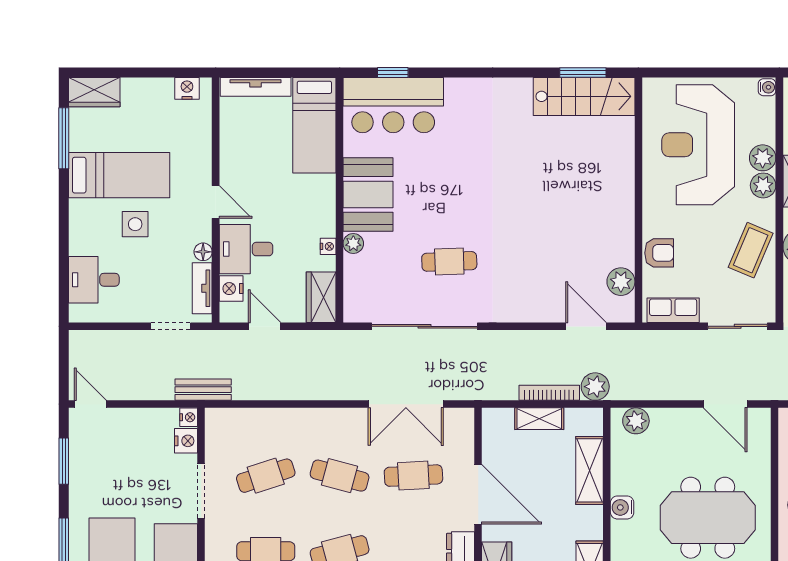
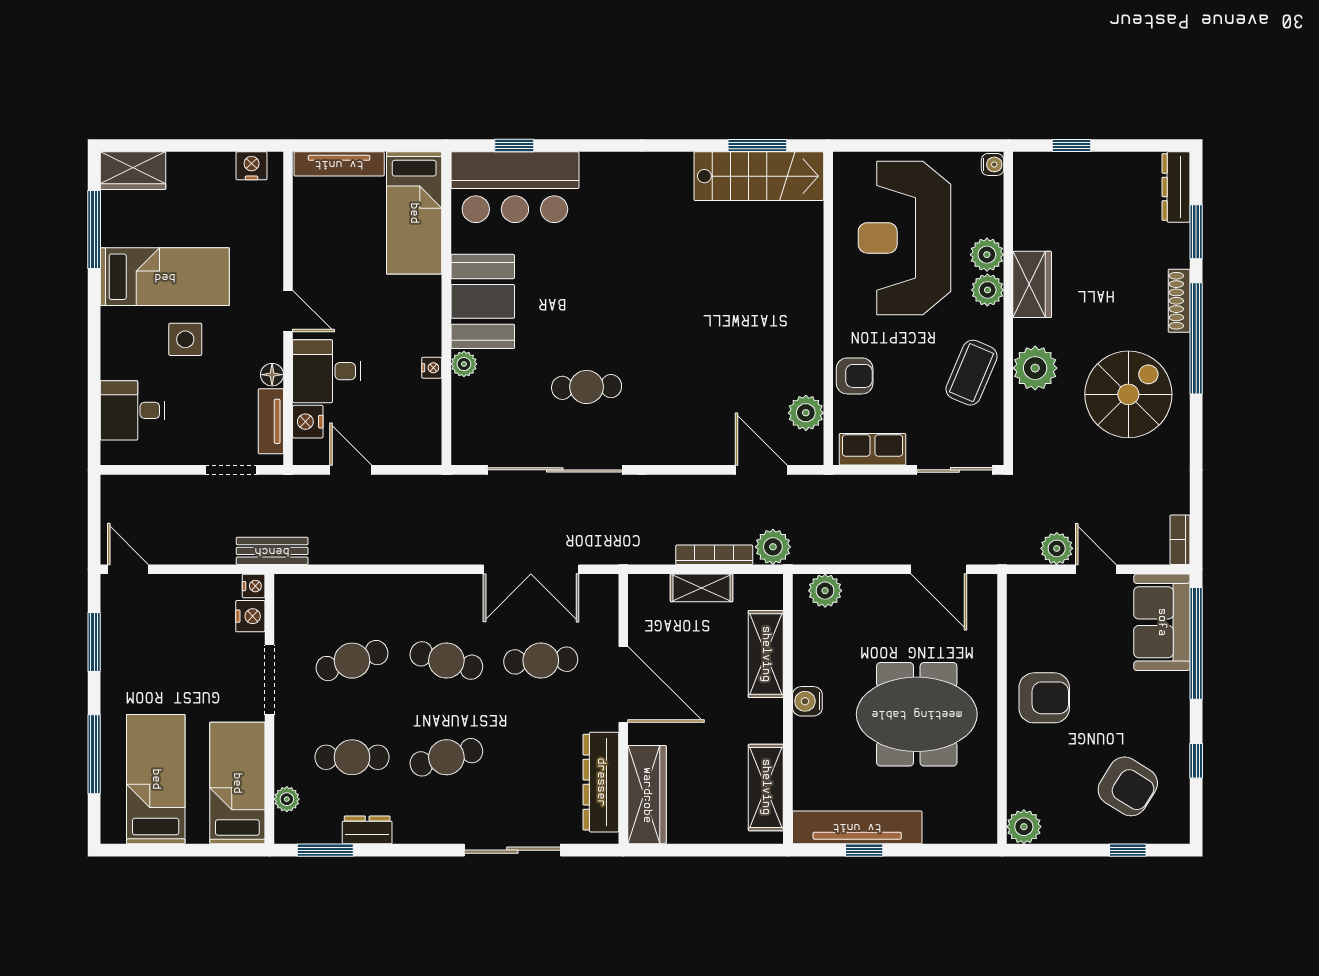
wardrobe: (321, 297) -> (423, 433), removed

